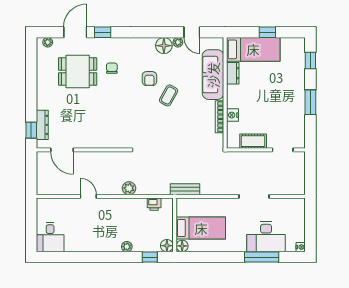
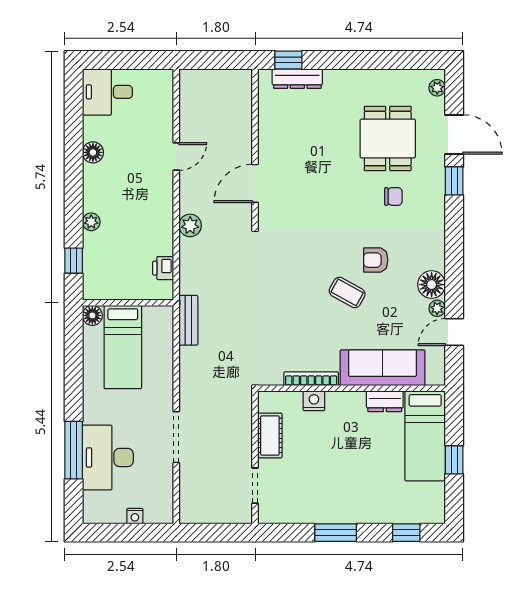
door: (62, 150) -> (255, 183), moved
floor lamp: (167, 246) -> (93, 152), moved
nightstand: (301, 247) -> (135, 516), moved

